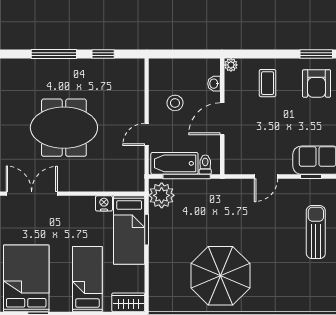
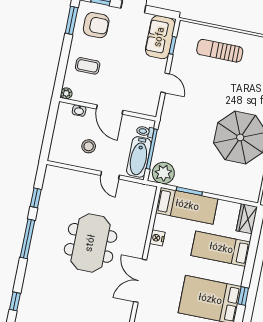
nightstand: (104, 203) -> (157, 238), moved

